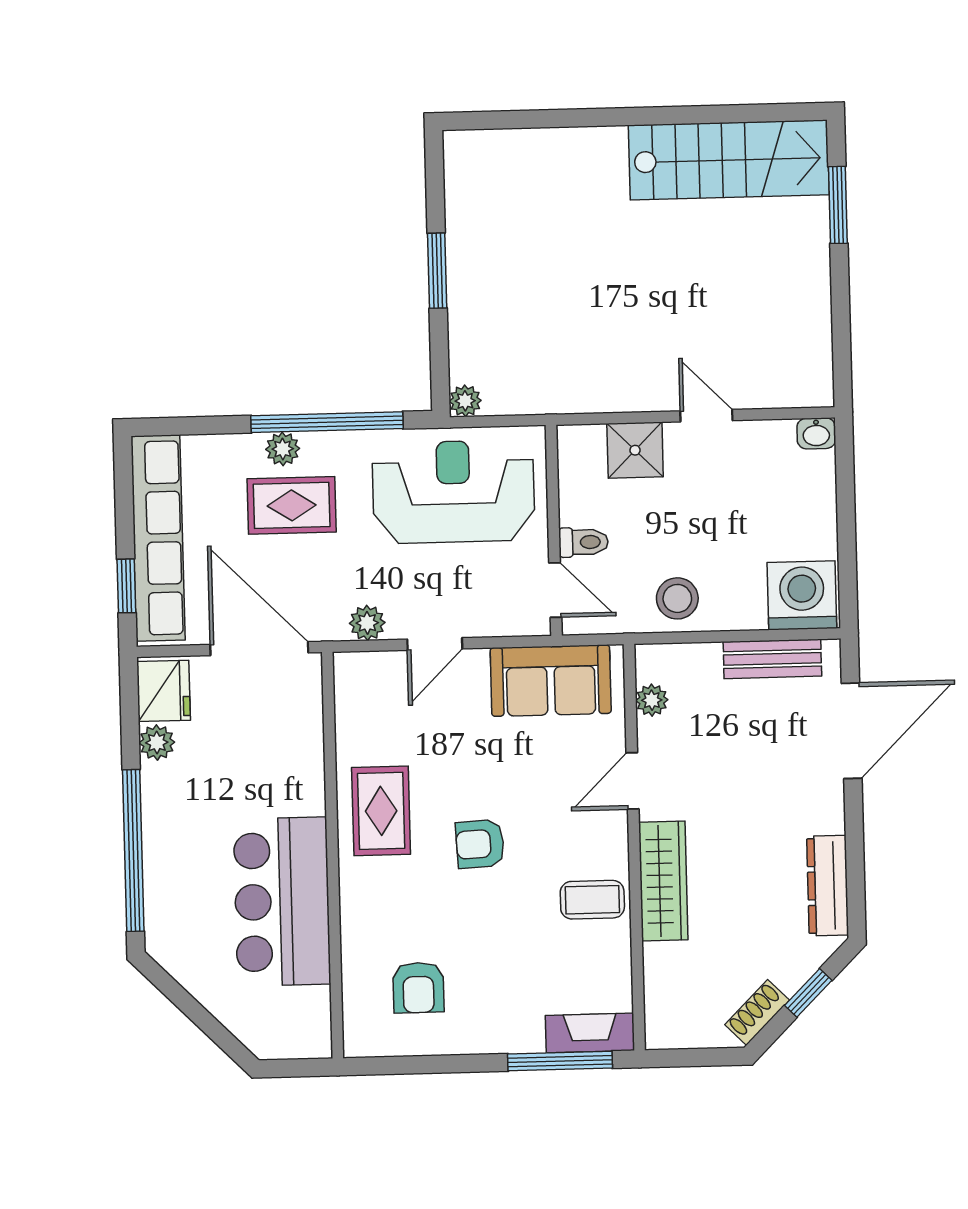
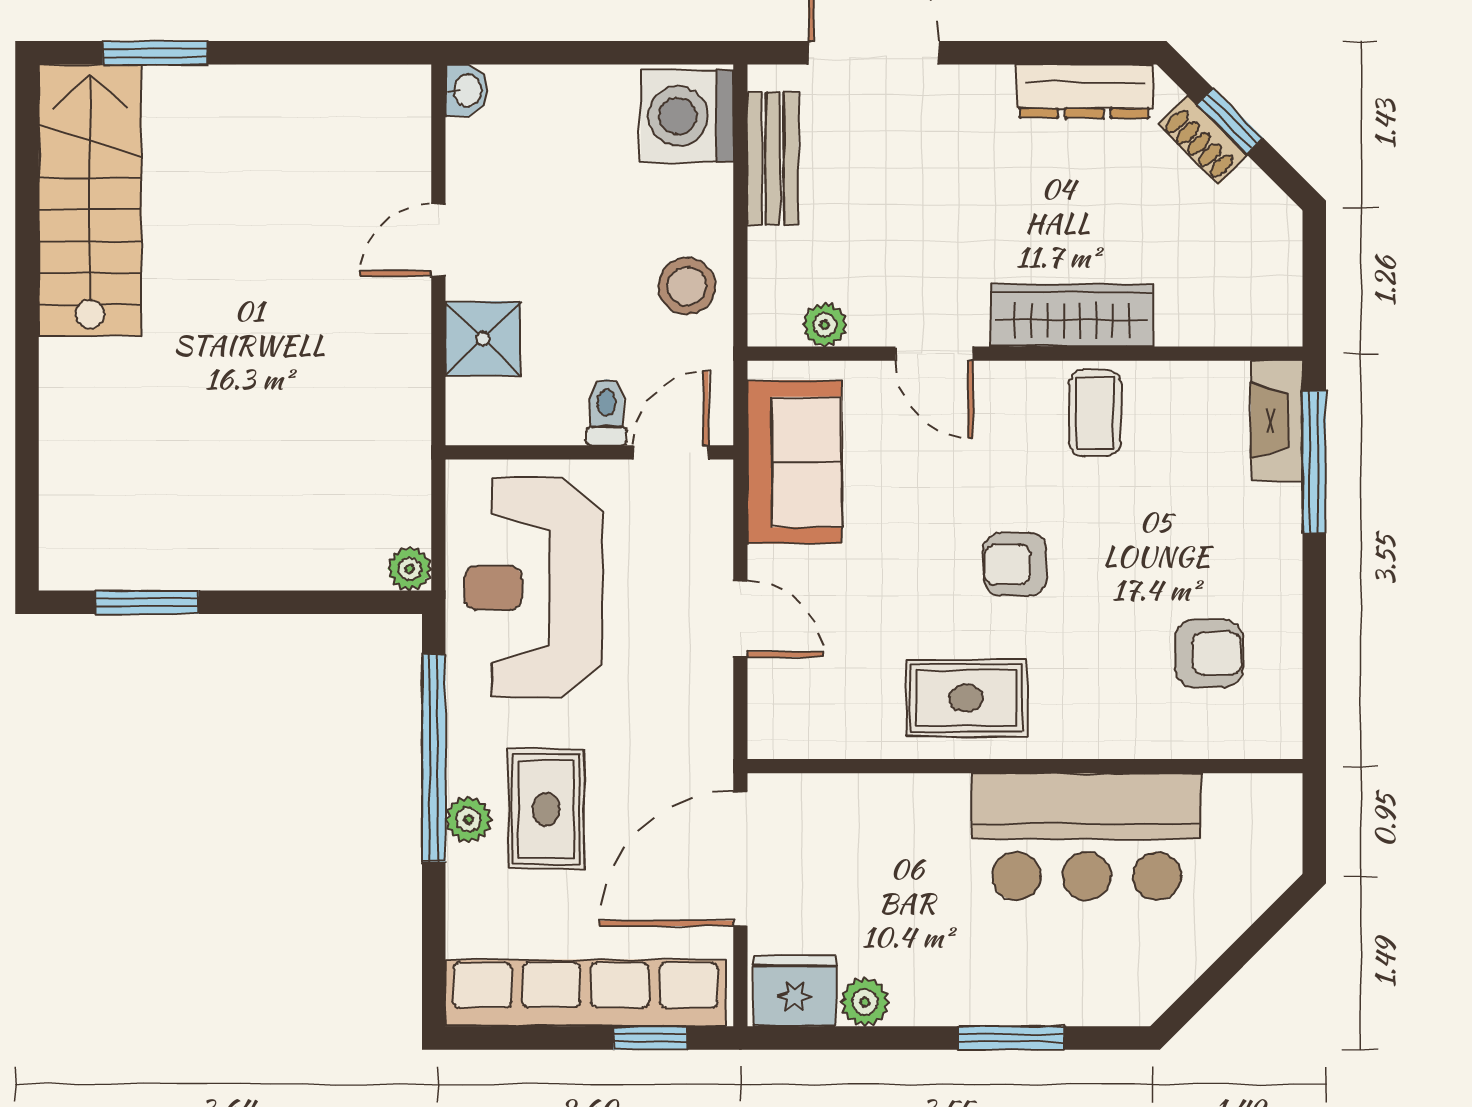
window: (437, 271) -> (147, 602), moved
plant: (367, 623) -> (709, 710), removed
armchair: (480, 844) -> (1015, 564), turned 93
window: (133, 850) -> (1011, 1038), width x0.47
shoe rack: (757, 1012) -> (1203, 140), moved

